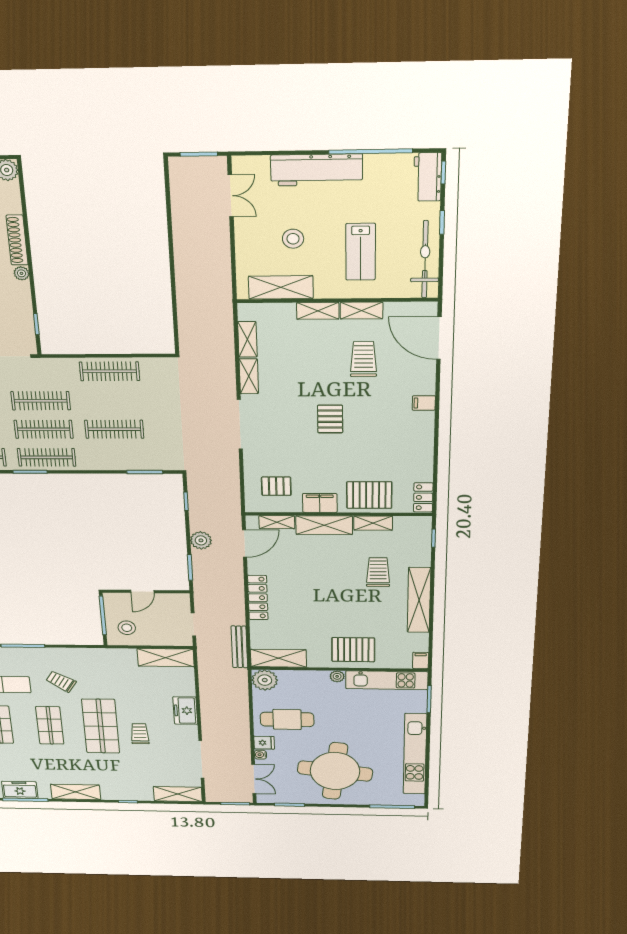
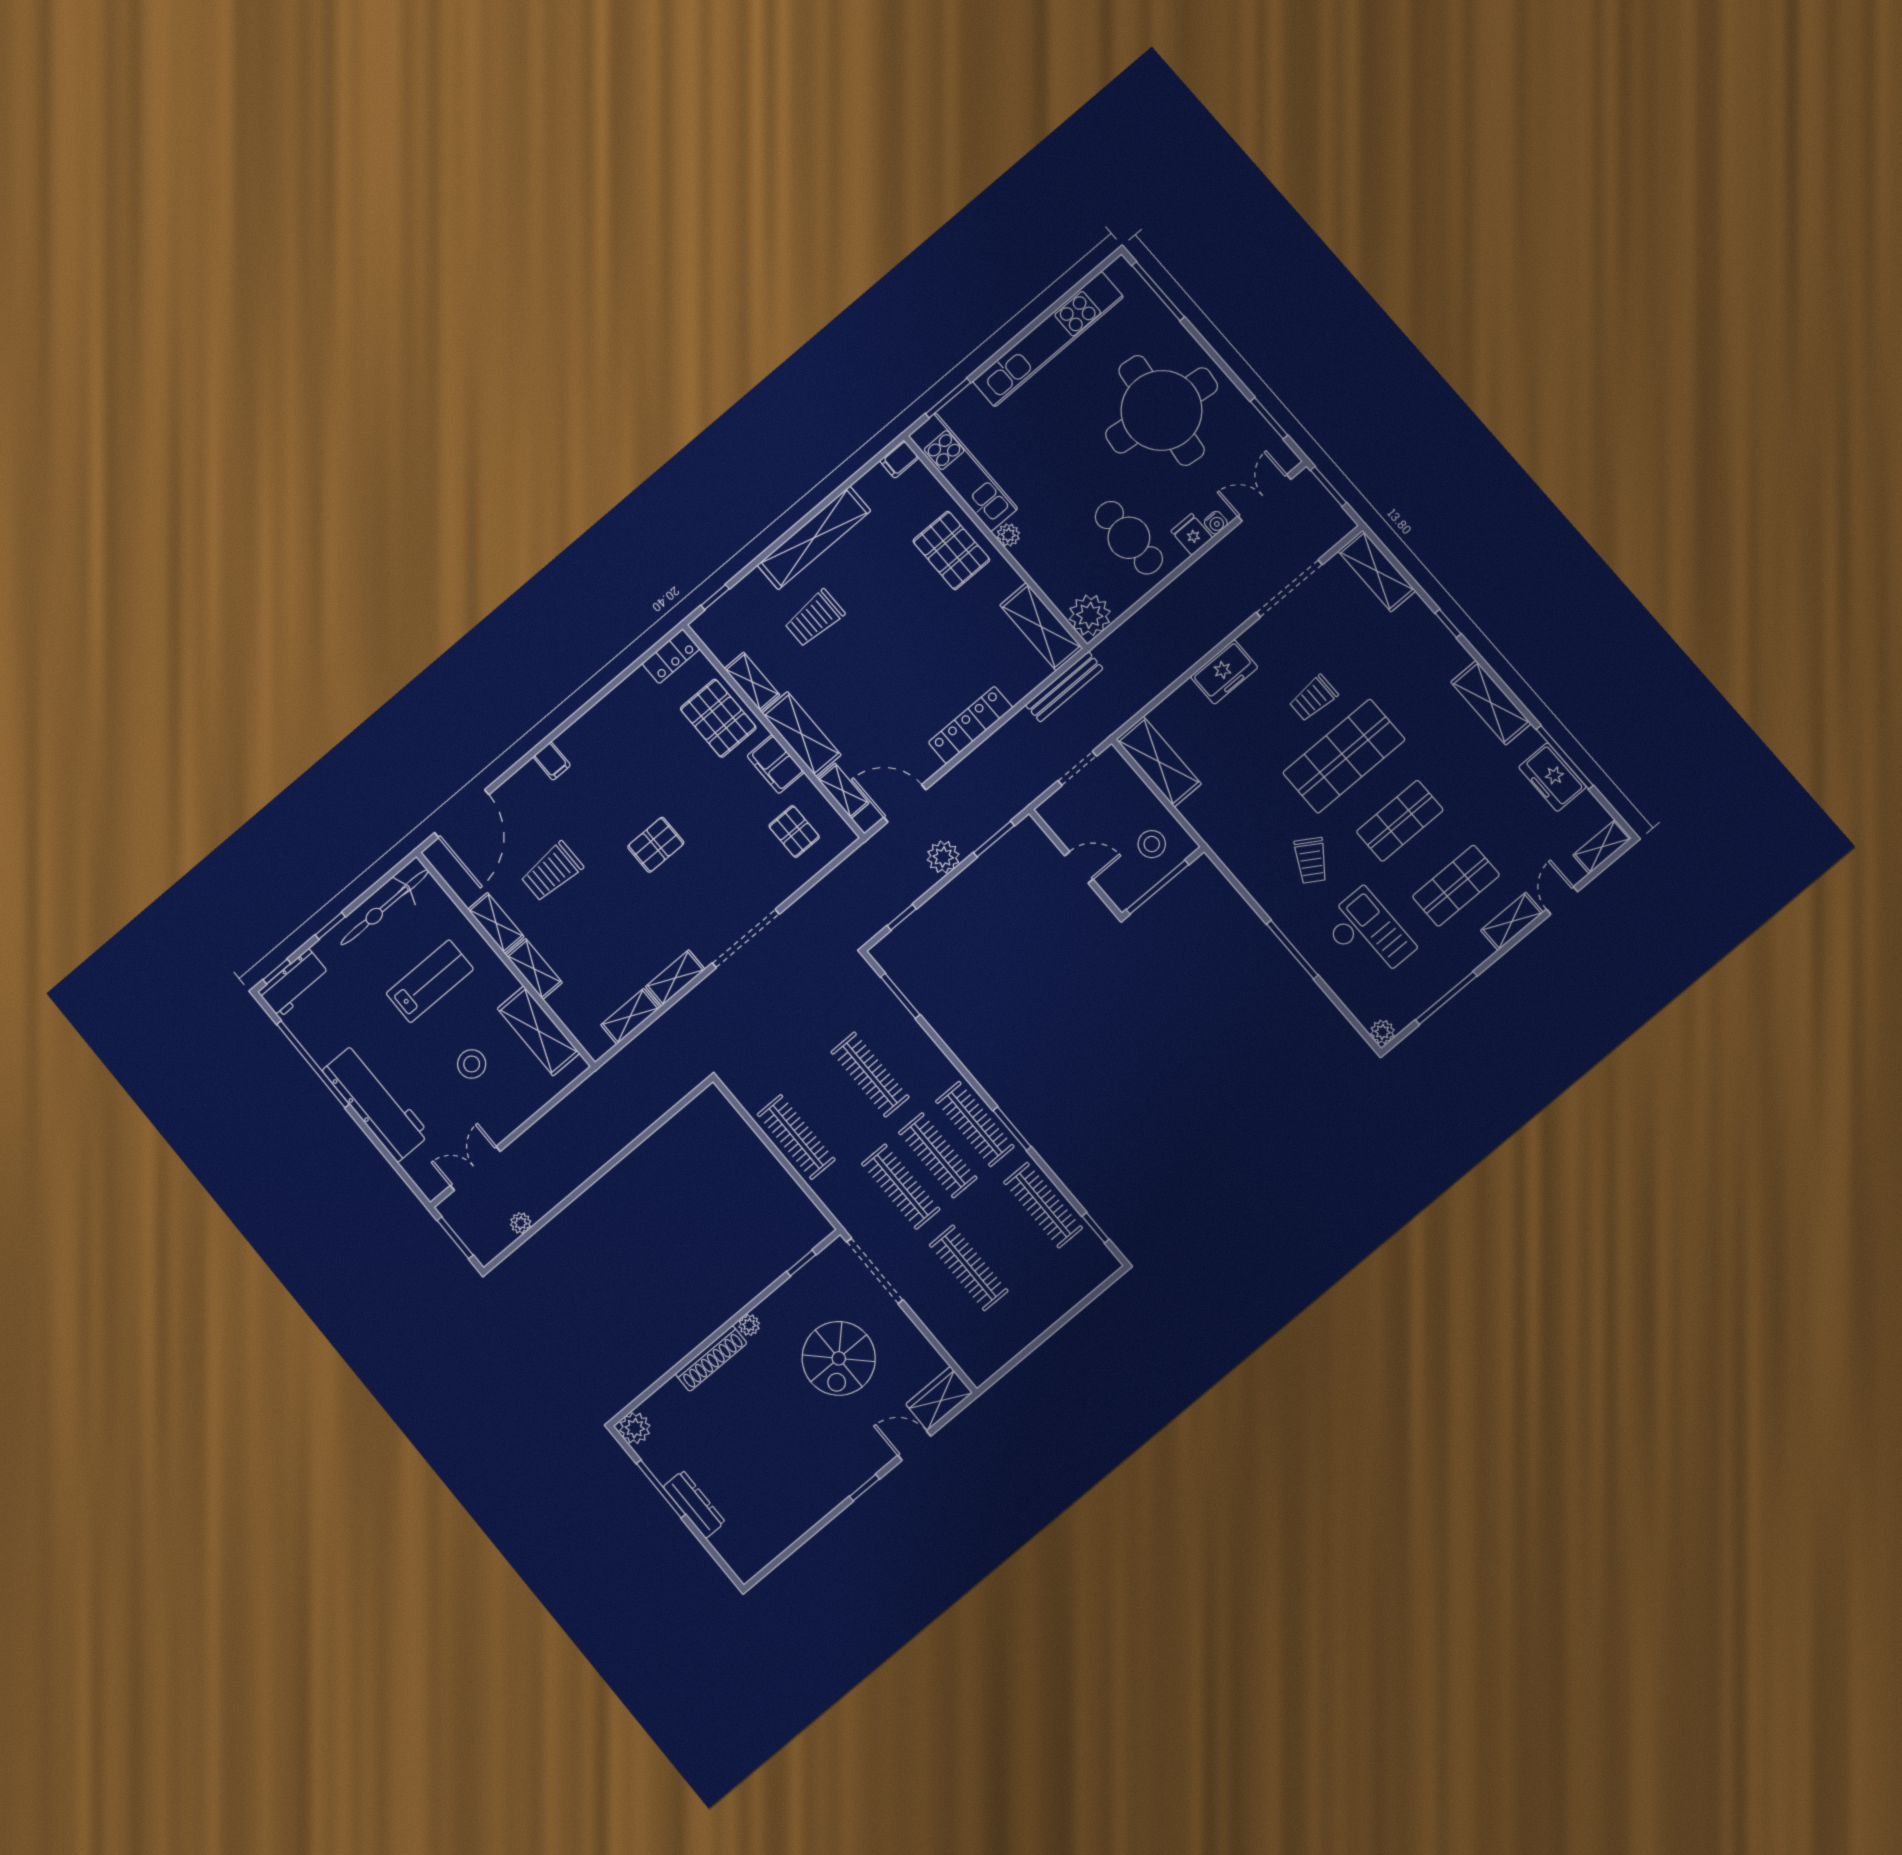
plant: (178, 197) -> (521, 1223), added

